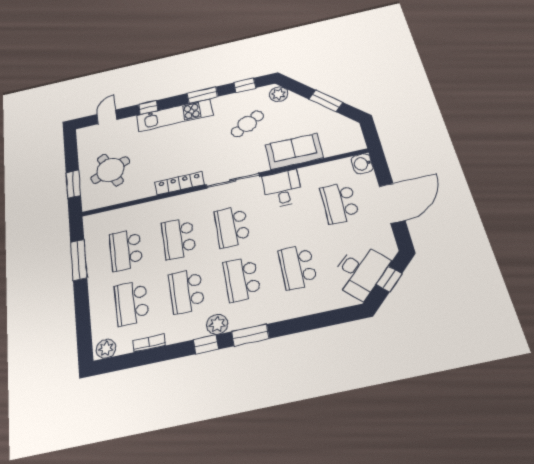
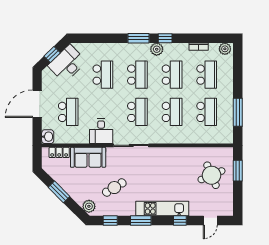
locker: (180, 183) -> (59, 152), moved, width x0.66

